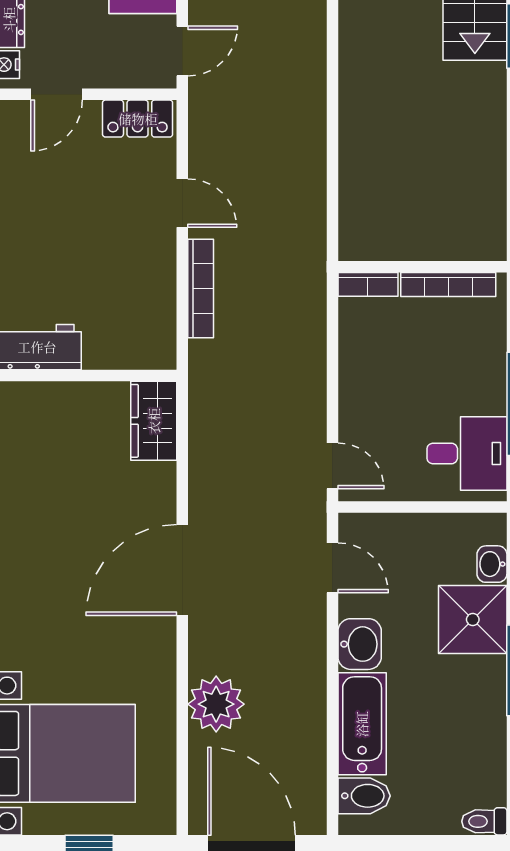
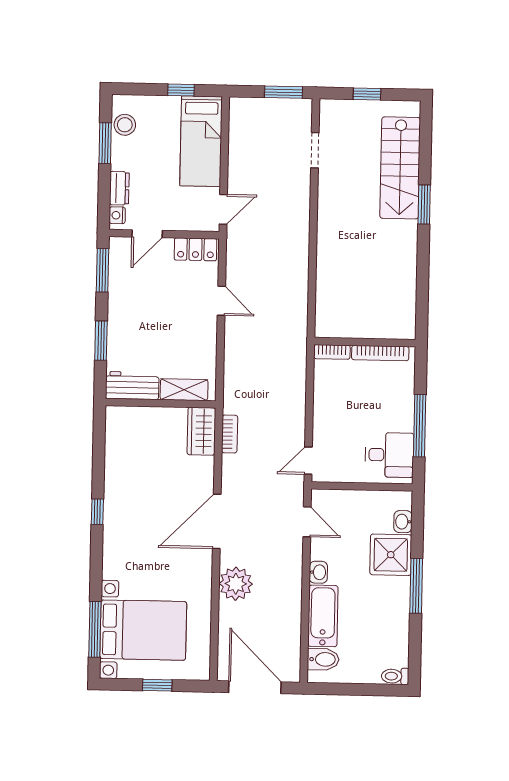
bookcase: (201, 288) -> (230, 434), moved, width x0.64
shelving: (123, 352) -> (184, 390), added
door: (332, 466) -> (308, 461), swing flipped
washbasin: (360, 644) -> (318, 572), width x0.72, depth x0.69
plant: (216, 704) -> (236, 584), moved

